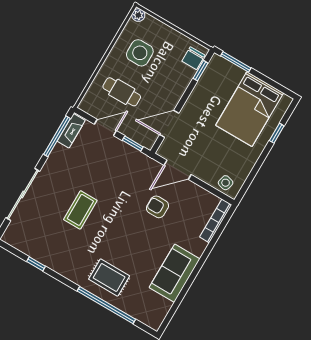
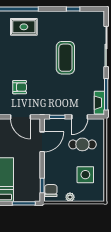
plant: (138, 15) -> (70, 197), moved
door: (178, 170) -> (21, 117), swing flipped
coffee table: (80, 210) -> (65, 58), width x1.36, depth x1.32

